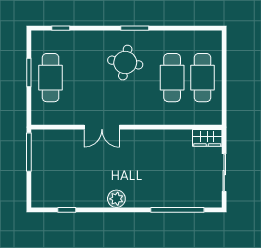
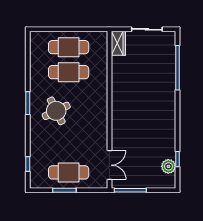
round table: (125, 63) -> (56, 111), turned -36
double door: (102, 127) -> (109, 165), moved
plant: (116, 199) -> (168, 166), moved

